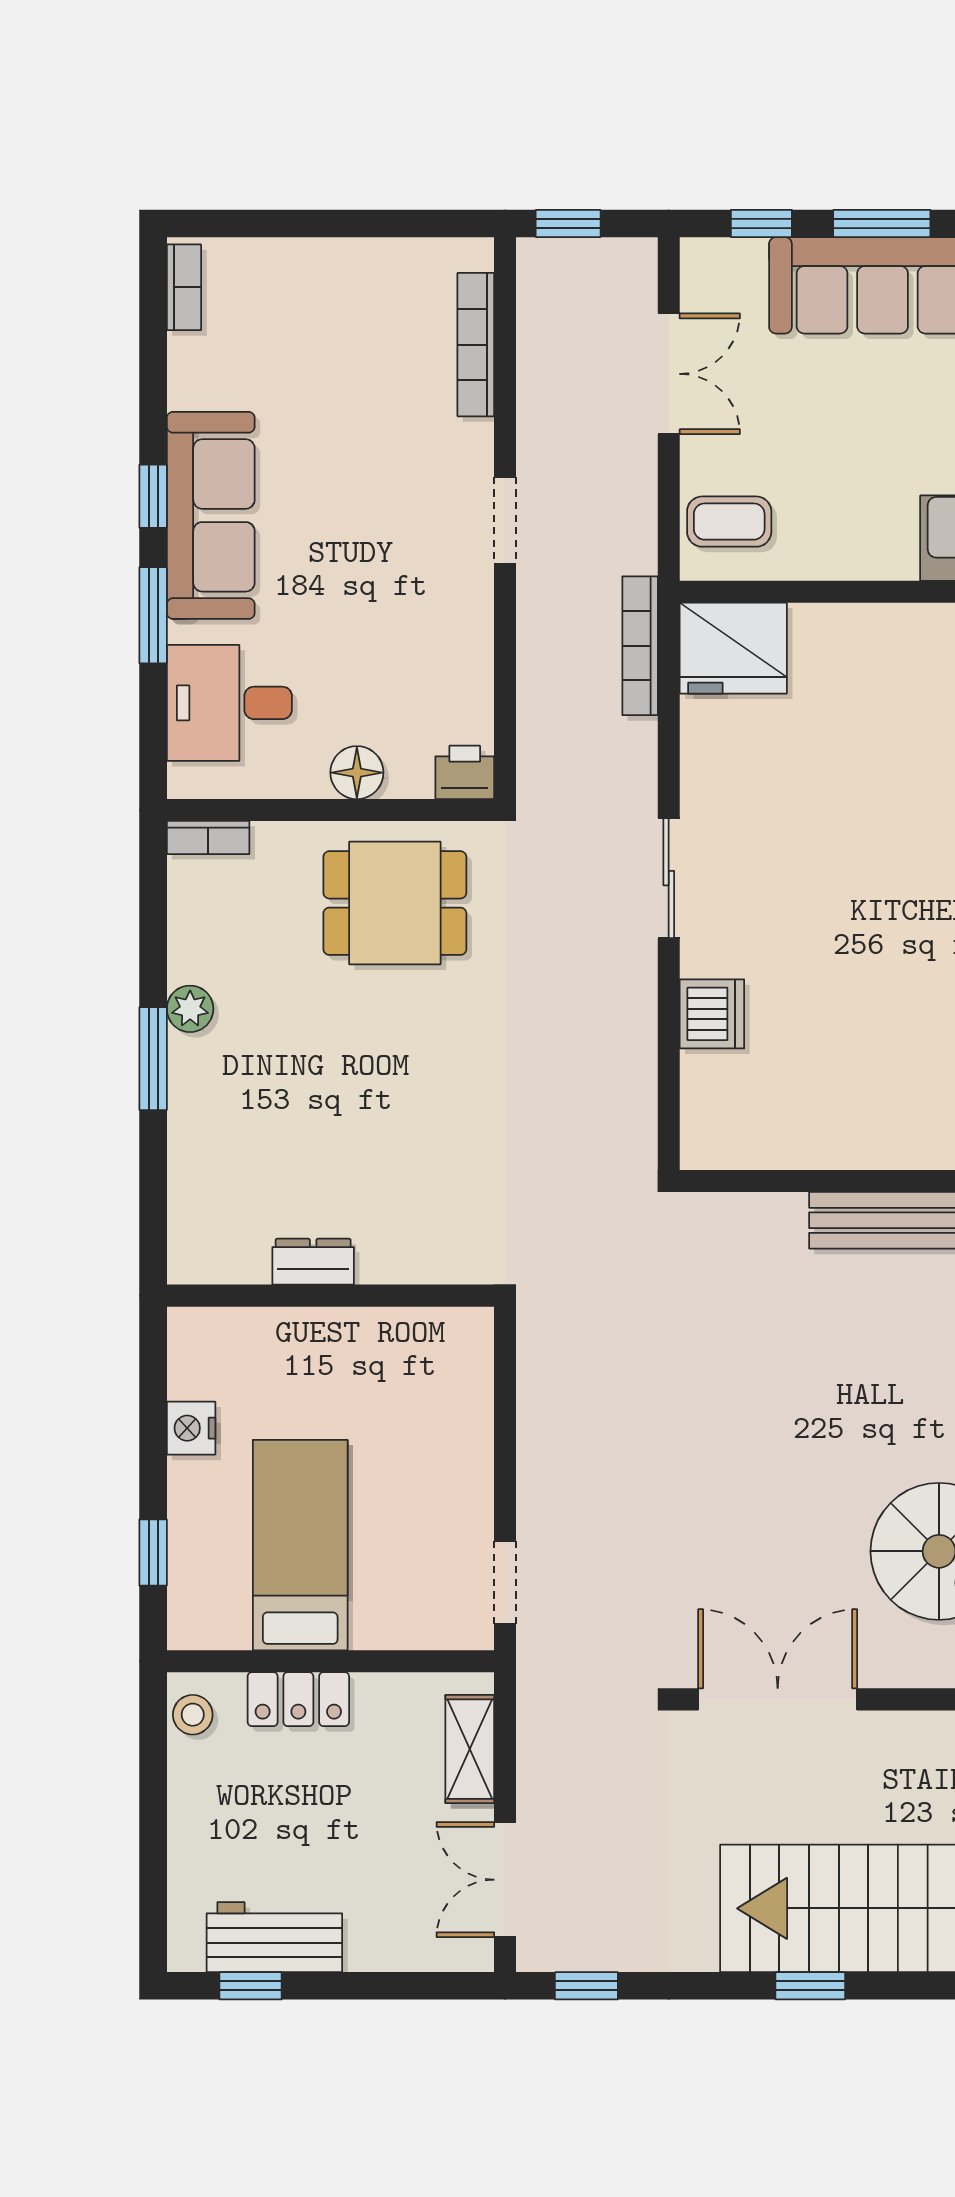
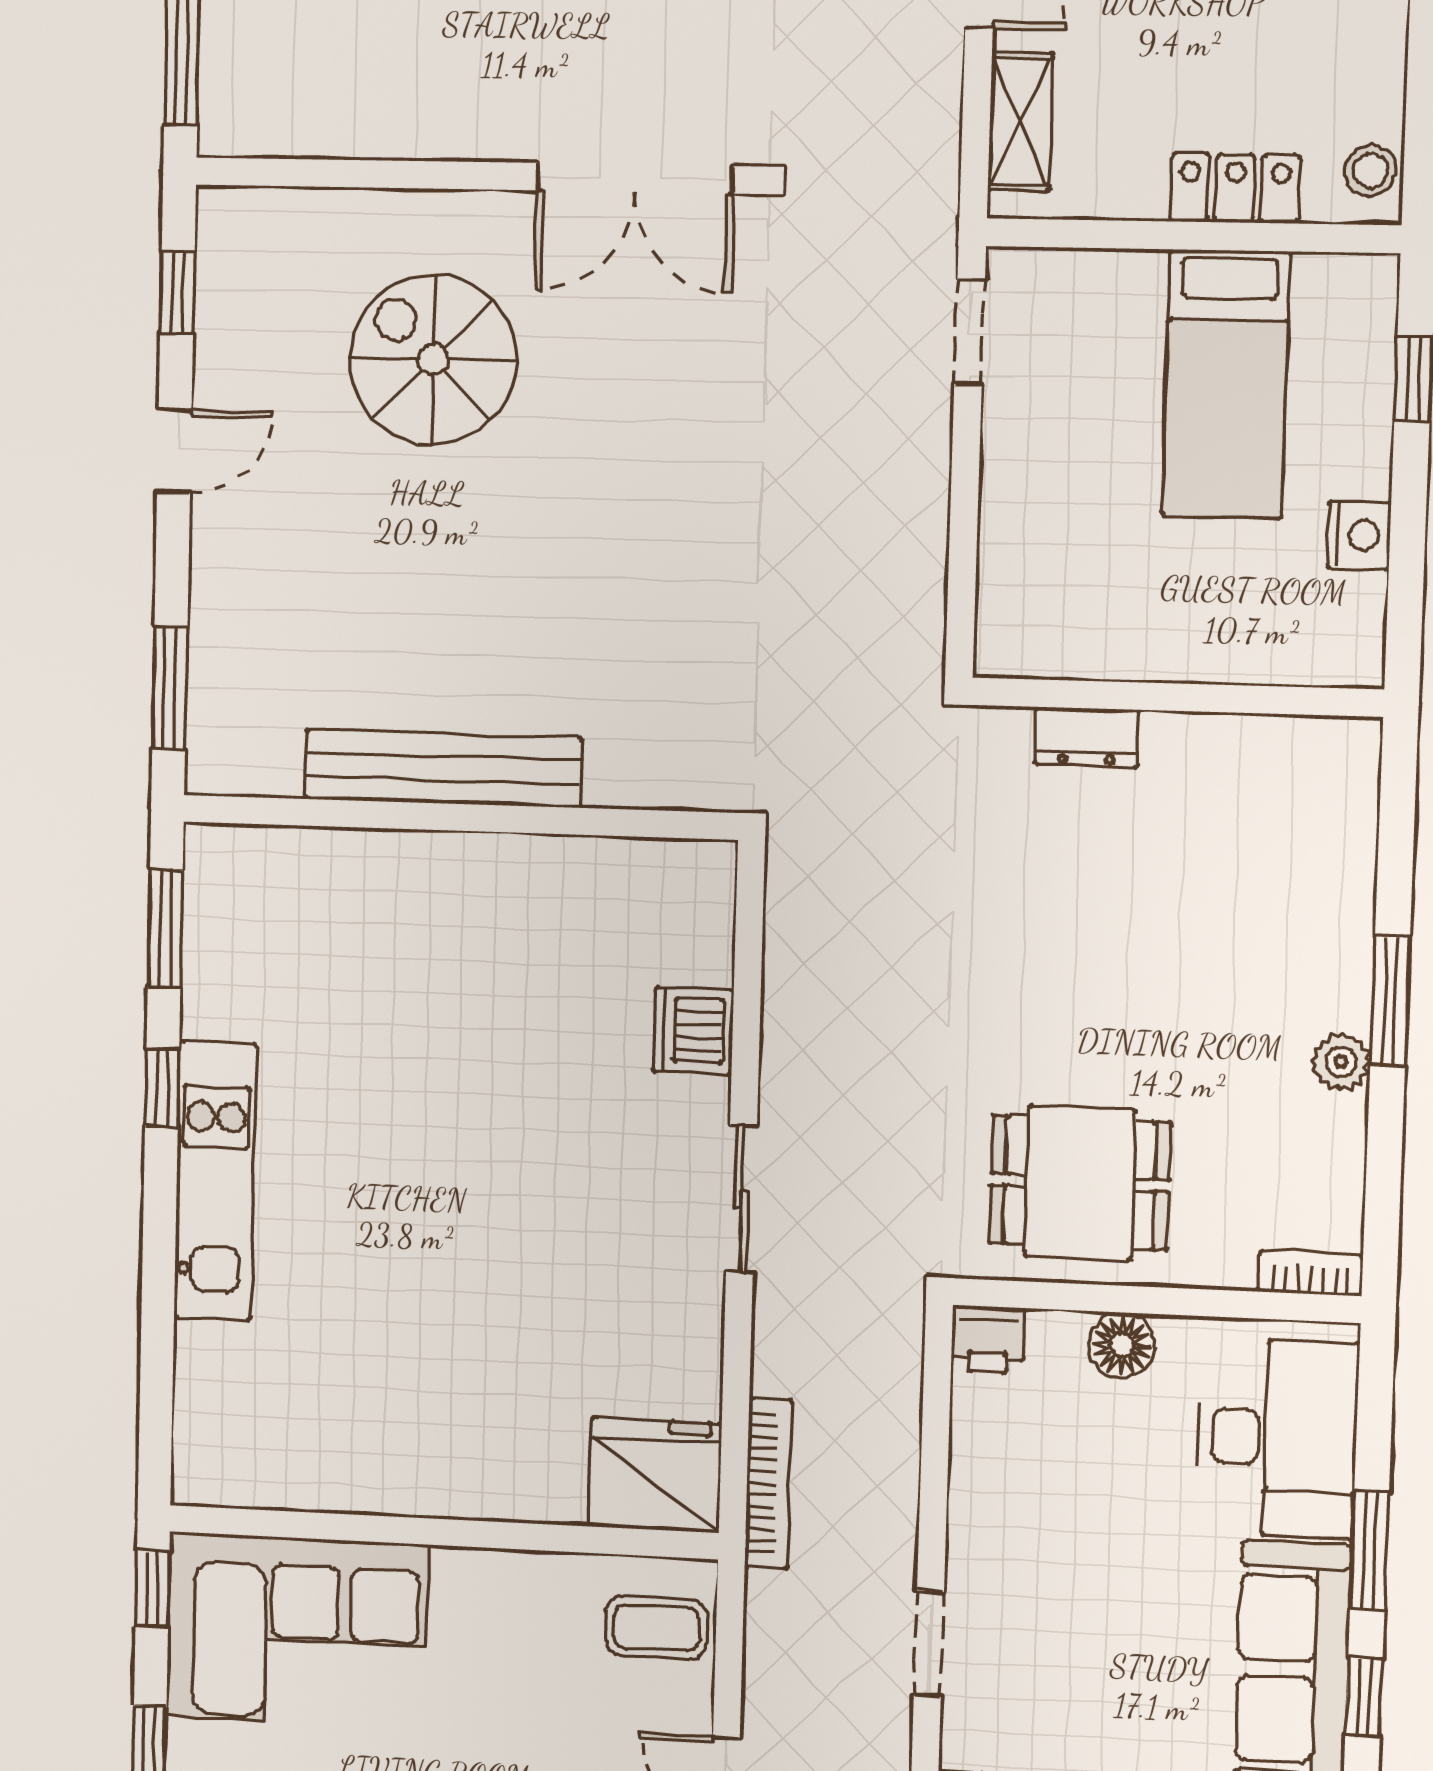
desk: (229, 703) -> (1278, 1438), width x1.37
dresser: (313, 1262) -> (1087, 737), moved

